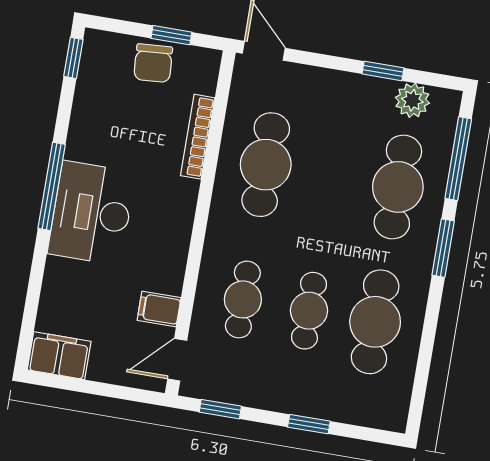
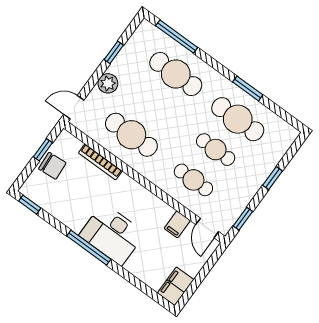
plant: (412, 100) -> (108, 83), moved
window: (443, 248) -> (248, 88), moved

